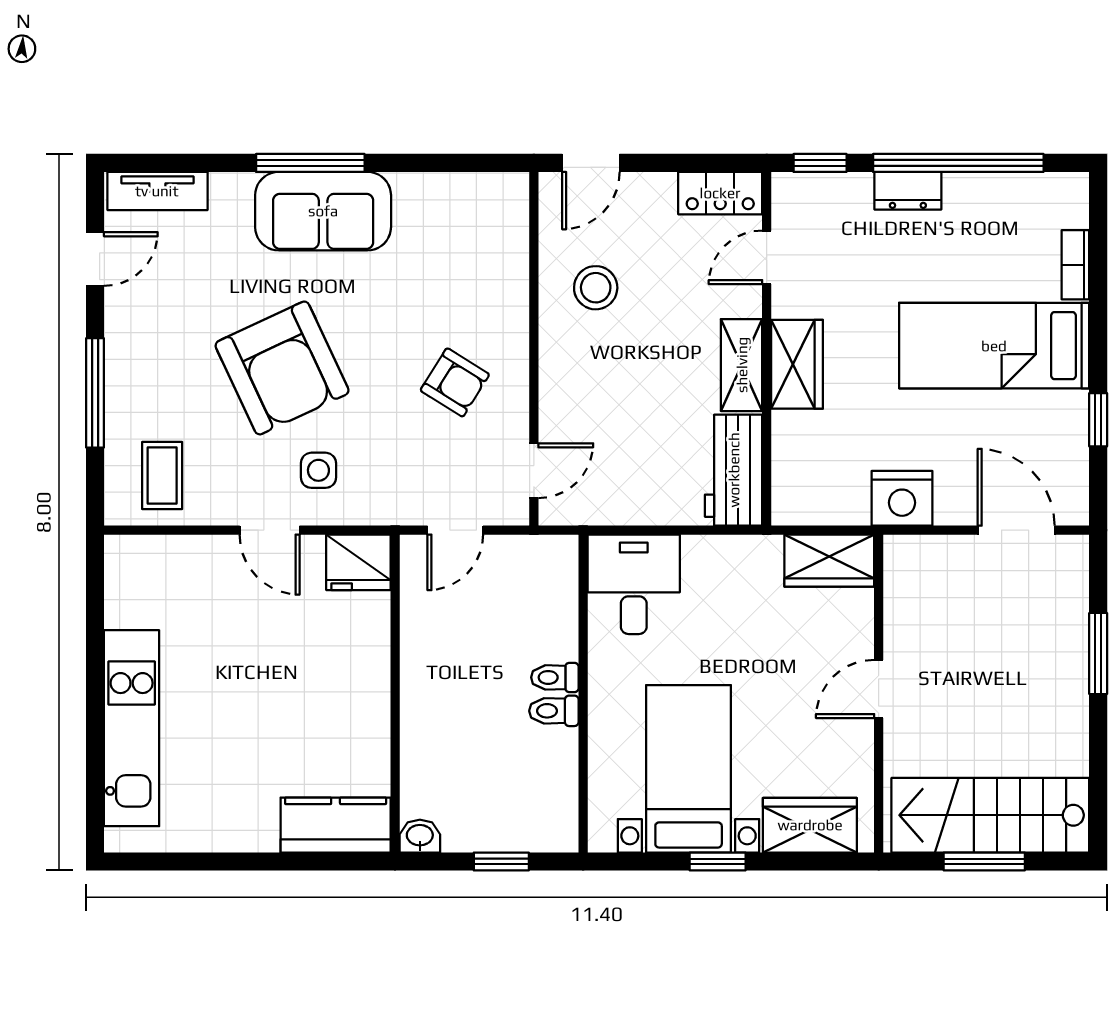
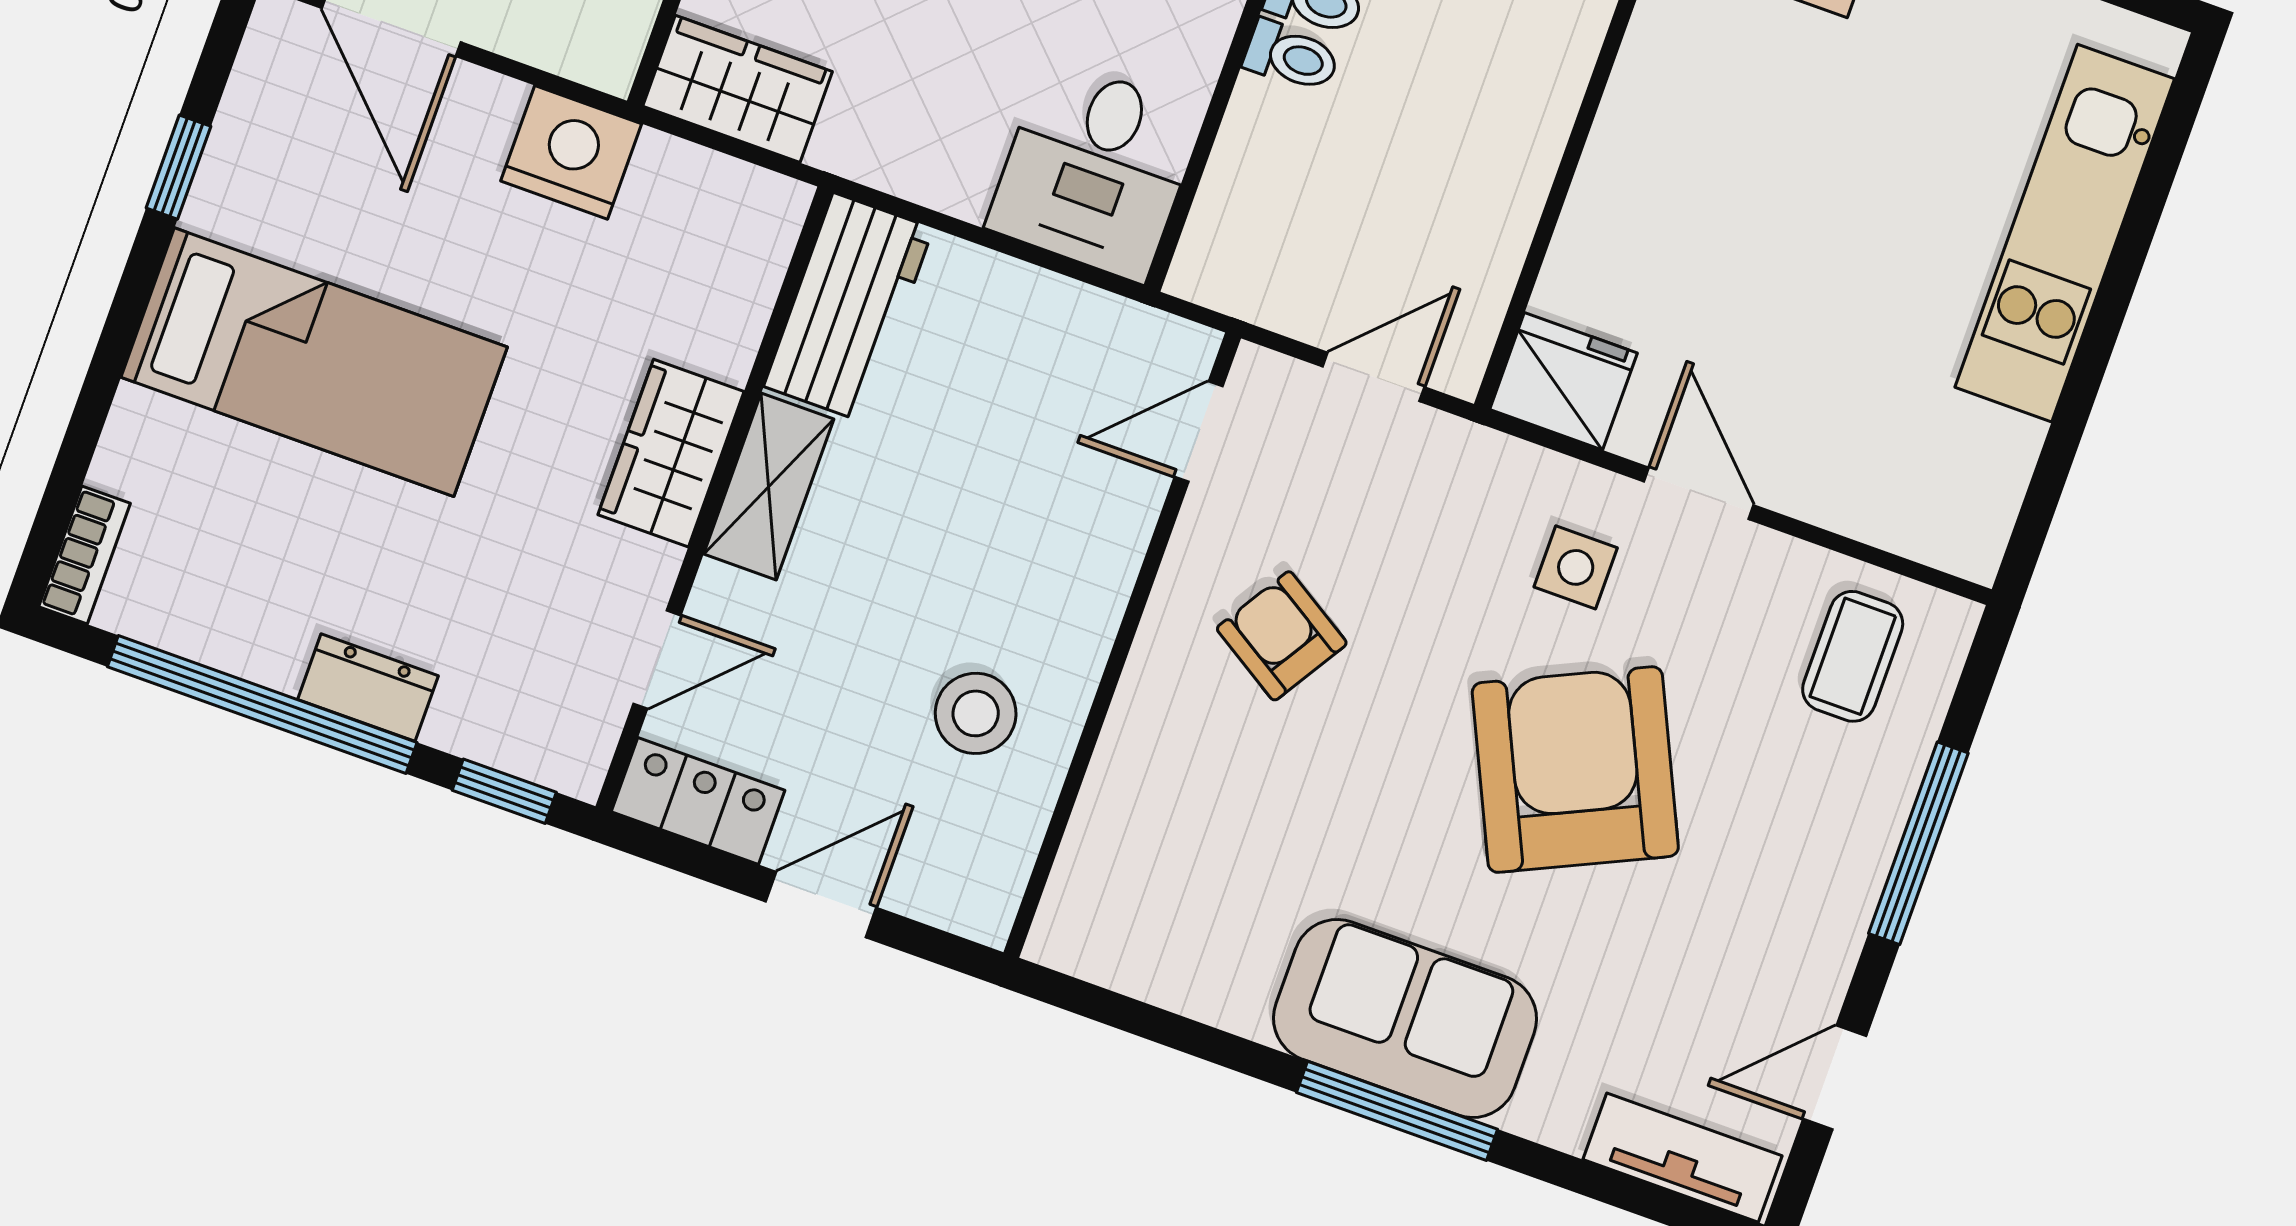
door: (591, 163) -> (821, 905), moved
bookcase: (1075, 265) -> (85, 555), moved

